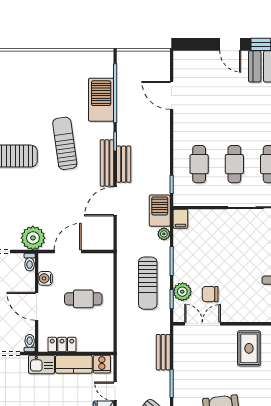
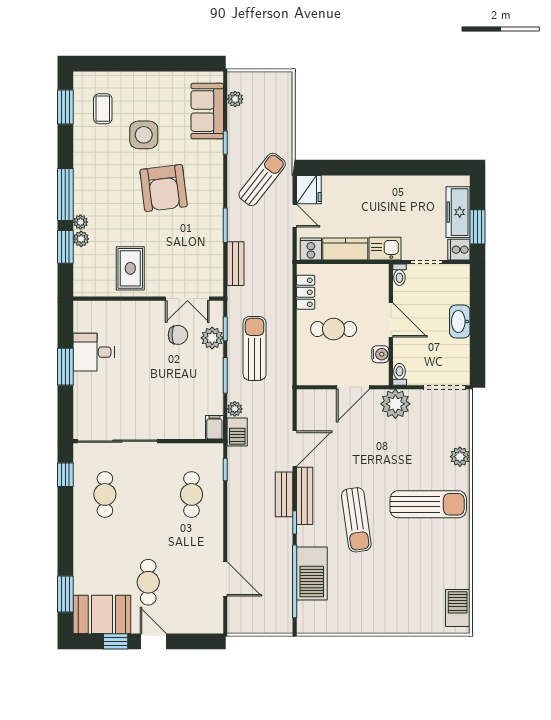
cafe table: (234, 164) -> (148, 582), moved
barbecue: (160, 211) -> (237, 432), width x0.73, depth x0.79
locker: (62, 345) -> (306, 292), moved, turned -90

